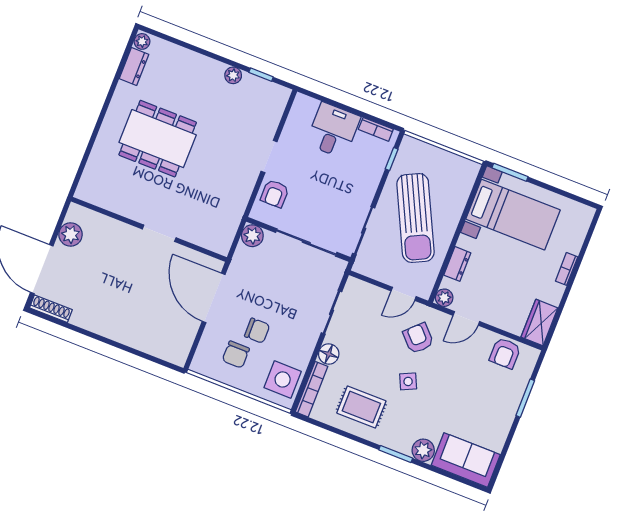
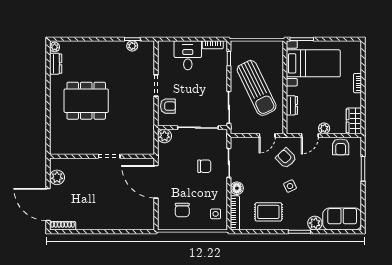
plant: (233, 75) -> (132, 46), moved
armchair: (275, 194) -> (168, 106), turned -90
plant: (444, 298) -> (324, 128), moved
chair: (257, 331) -> (204, 166), moved
side table: (283, 379) -> (216, 214), width x0.54, depth x0.54

